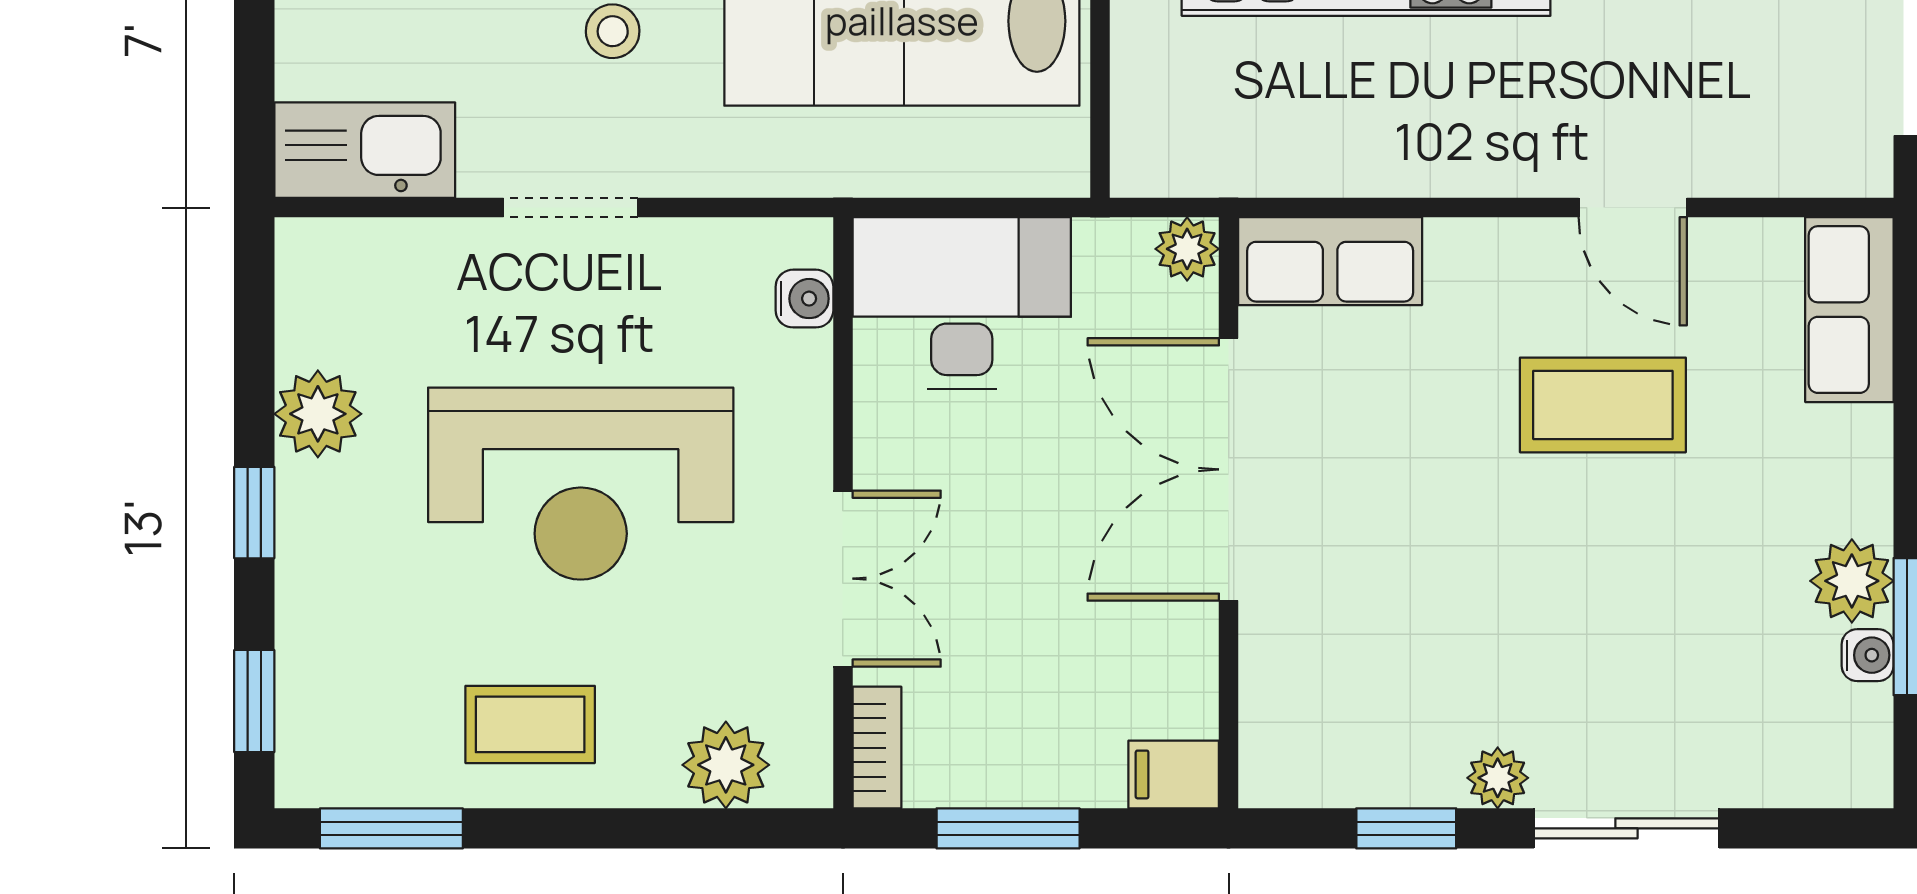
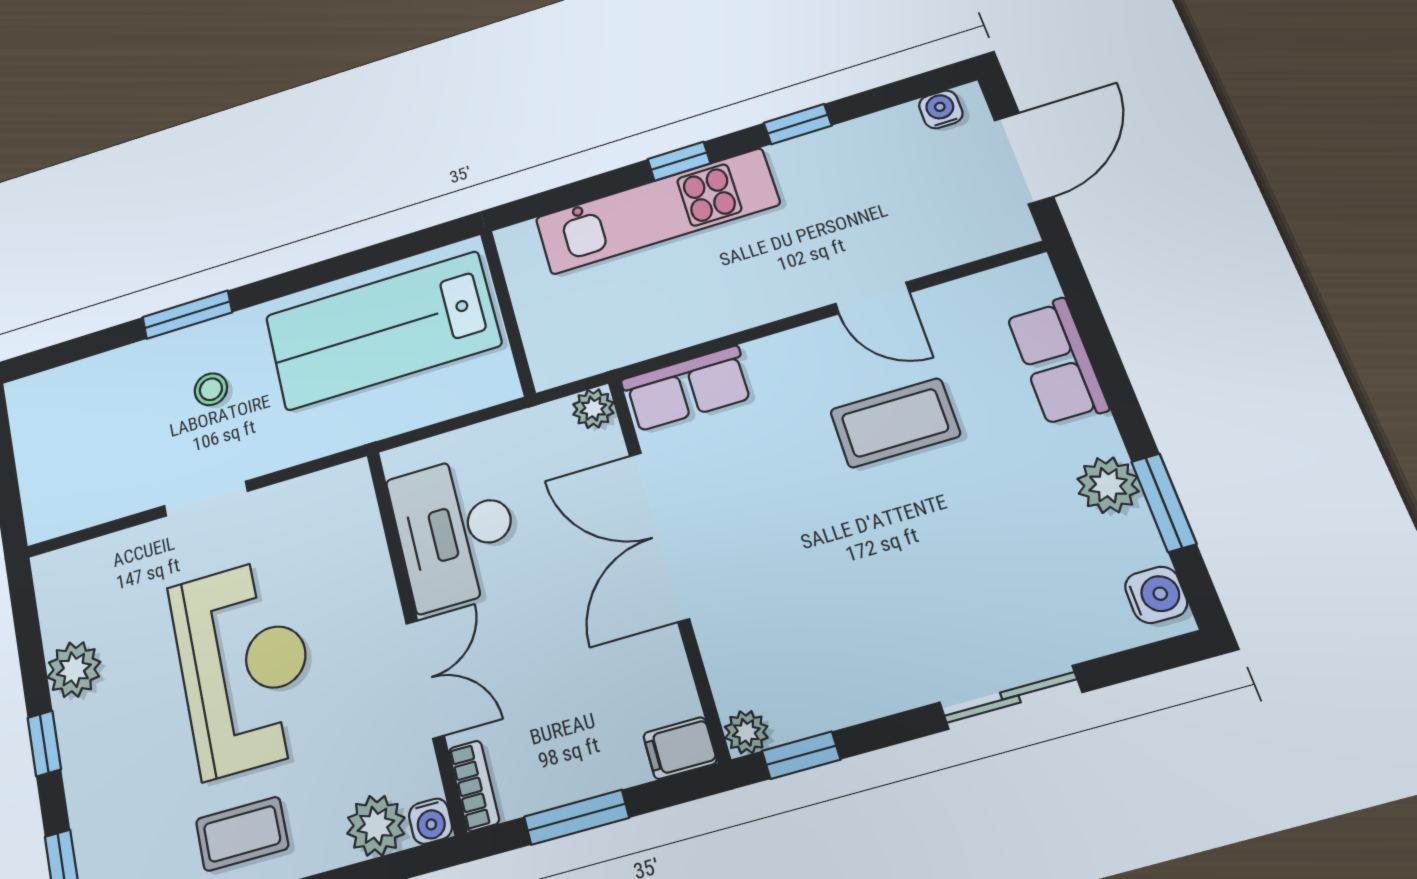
kitchen sink: (365, 150) -> (77, 502), removed
water cooler: (804, 299) -> (431, 821), moved, turned 90
desk: (962, 303) -> (455, 531), moved, turned -90
row of seats: (1849, 310) -> (1057, 362), moved
reception desk: (581, 484) -> (244, 666), turned -90
water cooler: (1868, 655) -> (1156, 595), moved, width x1.38, depth x1.38
plant: (1498, 778) -> (746, 732), moved
window: (1406, 828) -> (801, 755), moved

